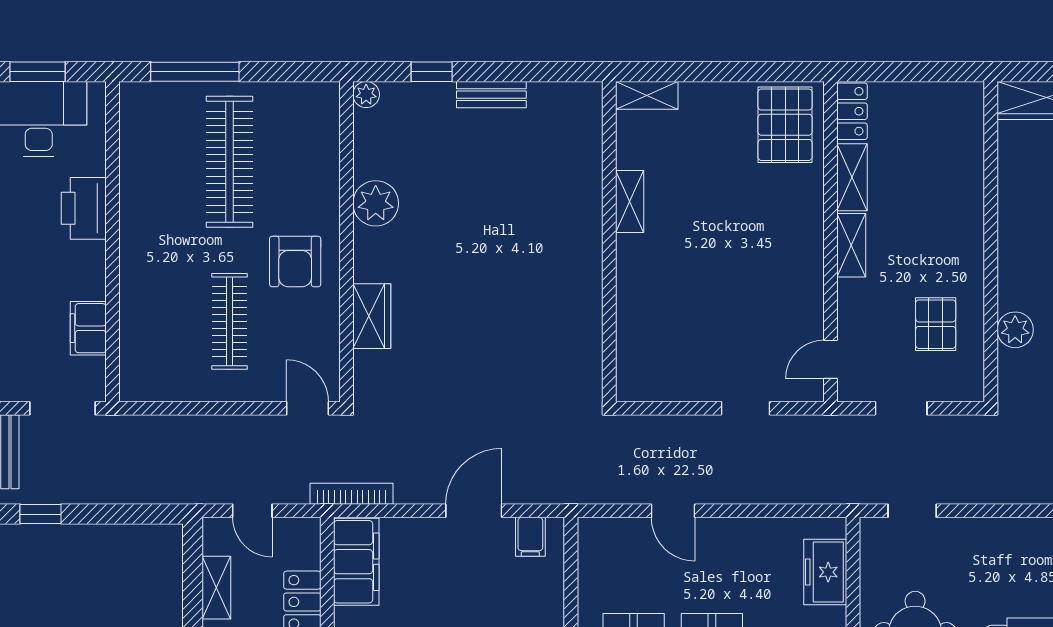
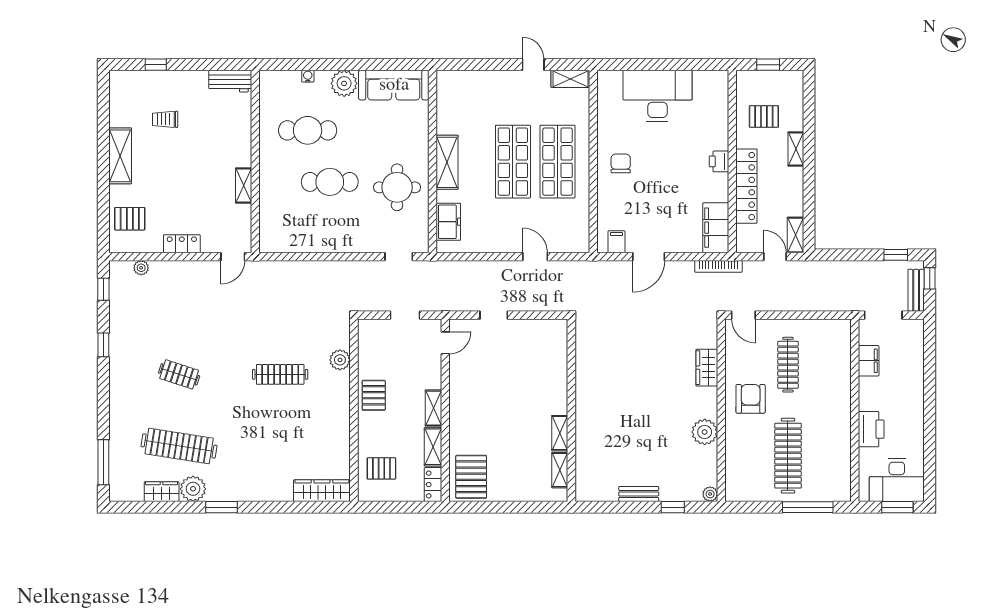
shelving: (647, 95) -> (560, 470), moved, turned 90
pallet: (942, 139) -> (381, 468), added
pallet: (936, 324) -> (374, 395), moved
shelving: (216, 588) -> (795, 235), moved

